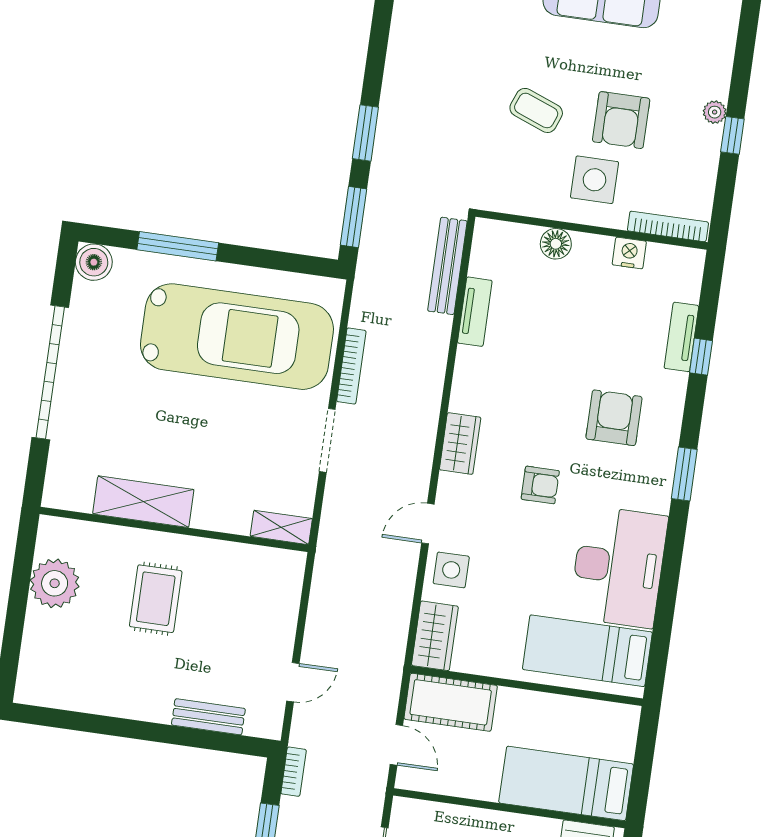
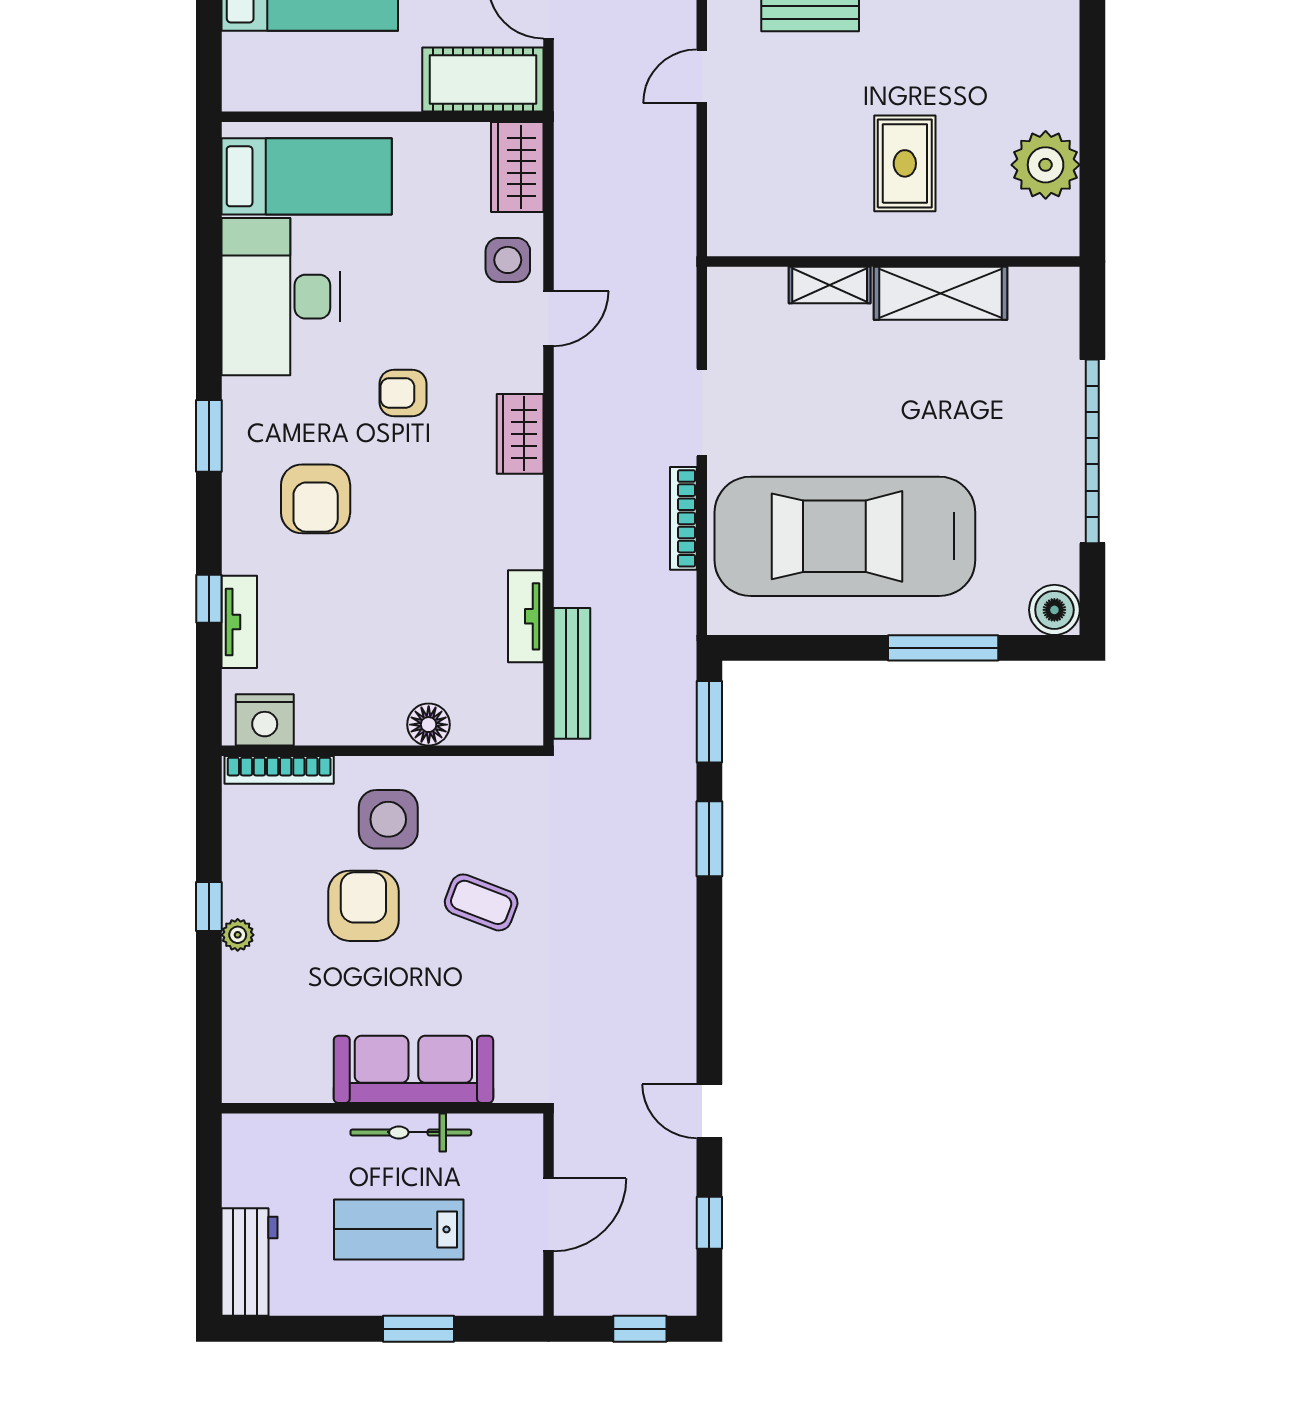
nightstand: (629, 253) -> (265, 720), moved, width x1.36, depth x1.33
shelving: (281, 527) -> (830, 285), moved

